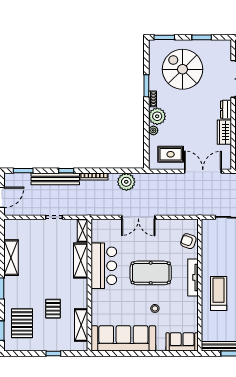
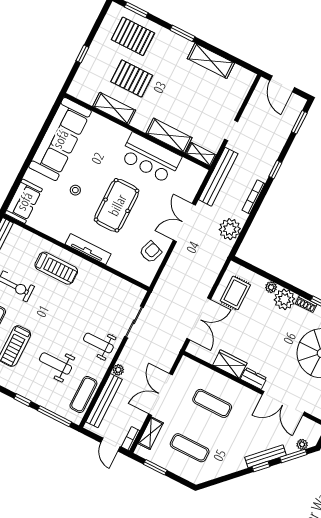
bench: (55, 179) -> (218, 177), moved
armchair: (188, 241) -> (151, 252), moved
pallet: (53, 309) -> (132, 78), width x1.50, depth x1.42
shelving: (81, 325) -> (114, 108), moved

